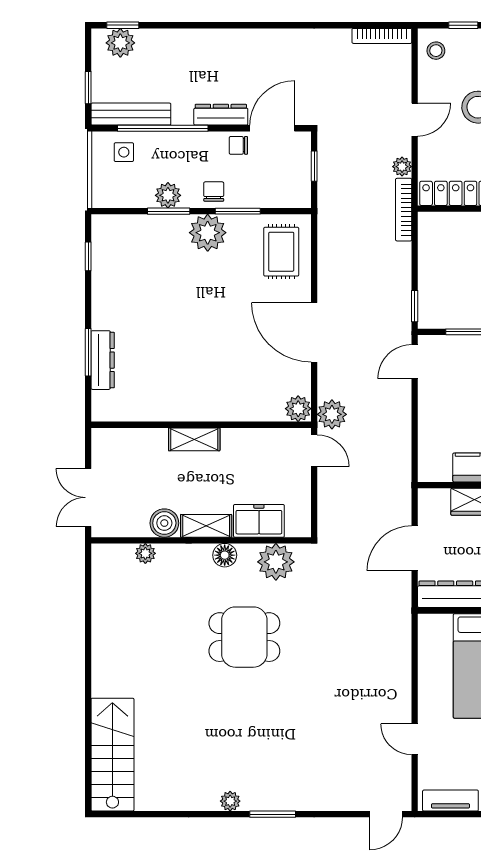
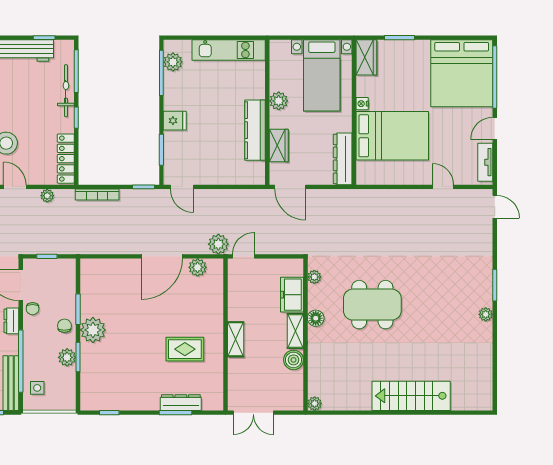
dresser: (221, 115) -> (11, 321), width x0.70
chair: (214, 192) -> (64, 326), turned 90
bookcase: (404, 210) -> (97, 195), moved
rug: (281, 252) -> (185, 349), moved
plant: (298, 409) -> (198, 267), moved
double door: (88, 498) -> (253, 413), moved
door: (415, 548) -> (290, 187), moved
plant: (145, 553) -> (315, 404), moved
plant: (276, 562) -> (314, 277), width x0.53, depth x0.53
dining table: (244, 637) -> (372, 305), width x1.38
door: (415, 739) -> (443, 187), swing flipped
stairs: (112, 755) -> (411, 396), moved

